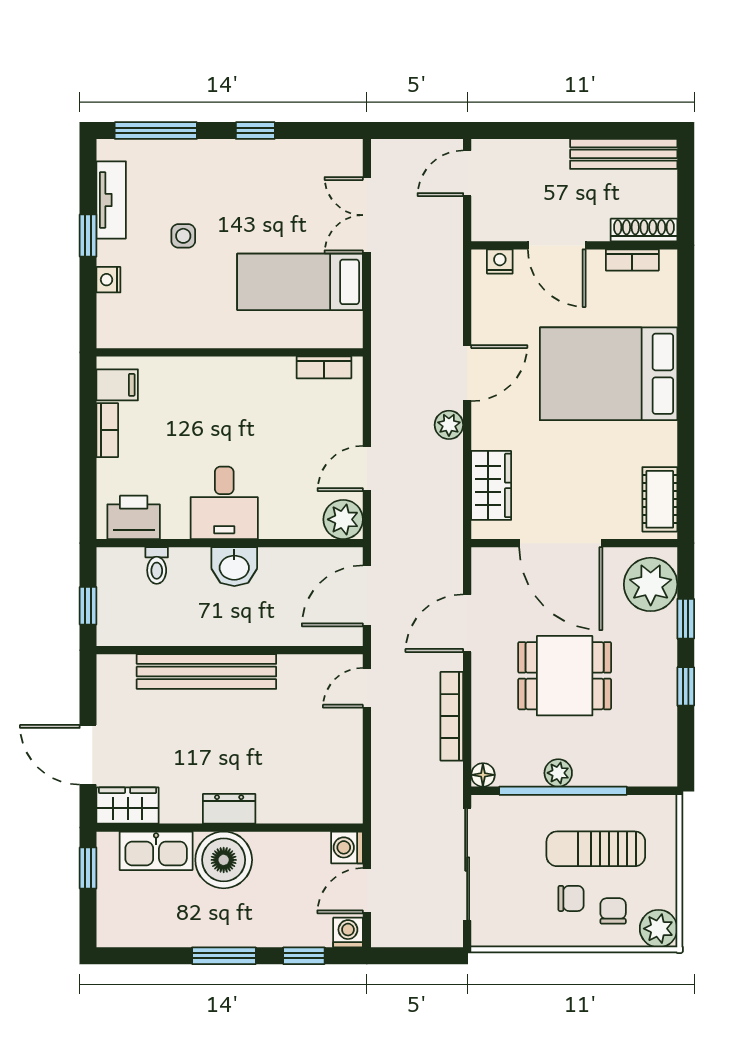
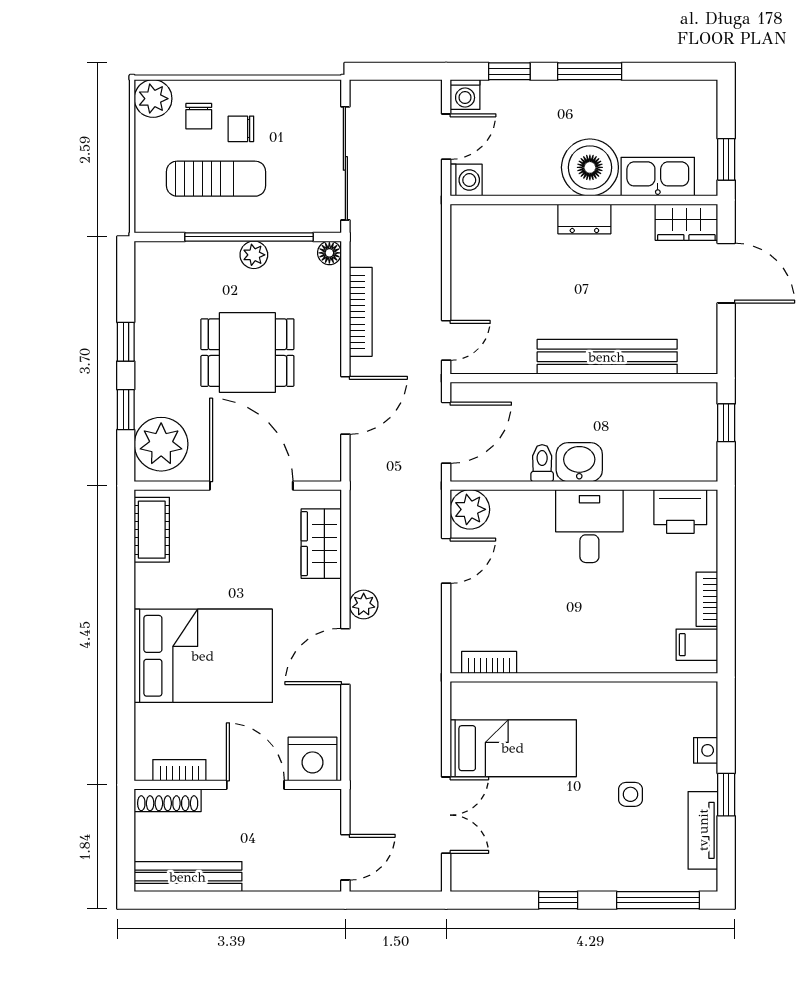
nightstand: (500, 261) -> (312, 759), width x1.89, depth x1.79
toilet: (157, 566) -> (542, 463), moved

